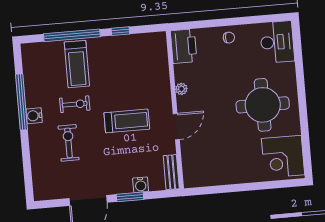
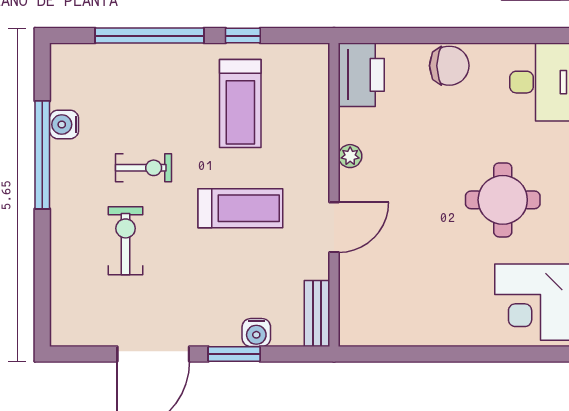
chair: (229, 38) -> (449, 66), width x1.87, depth x1.87
treadmill: (77, 64) -> (240, 103), moved
round table: (263, 105) -> (503, 200), width x0.73, depth x0.73
water cooler: (34, 116) -> (64, 124), moved

